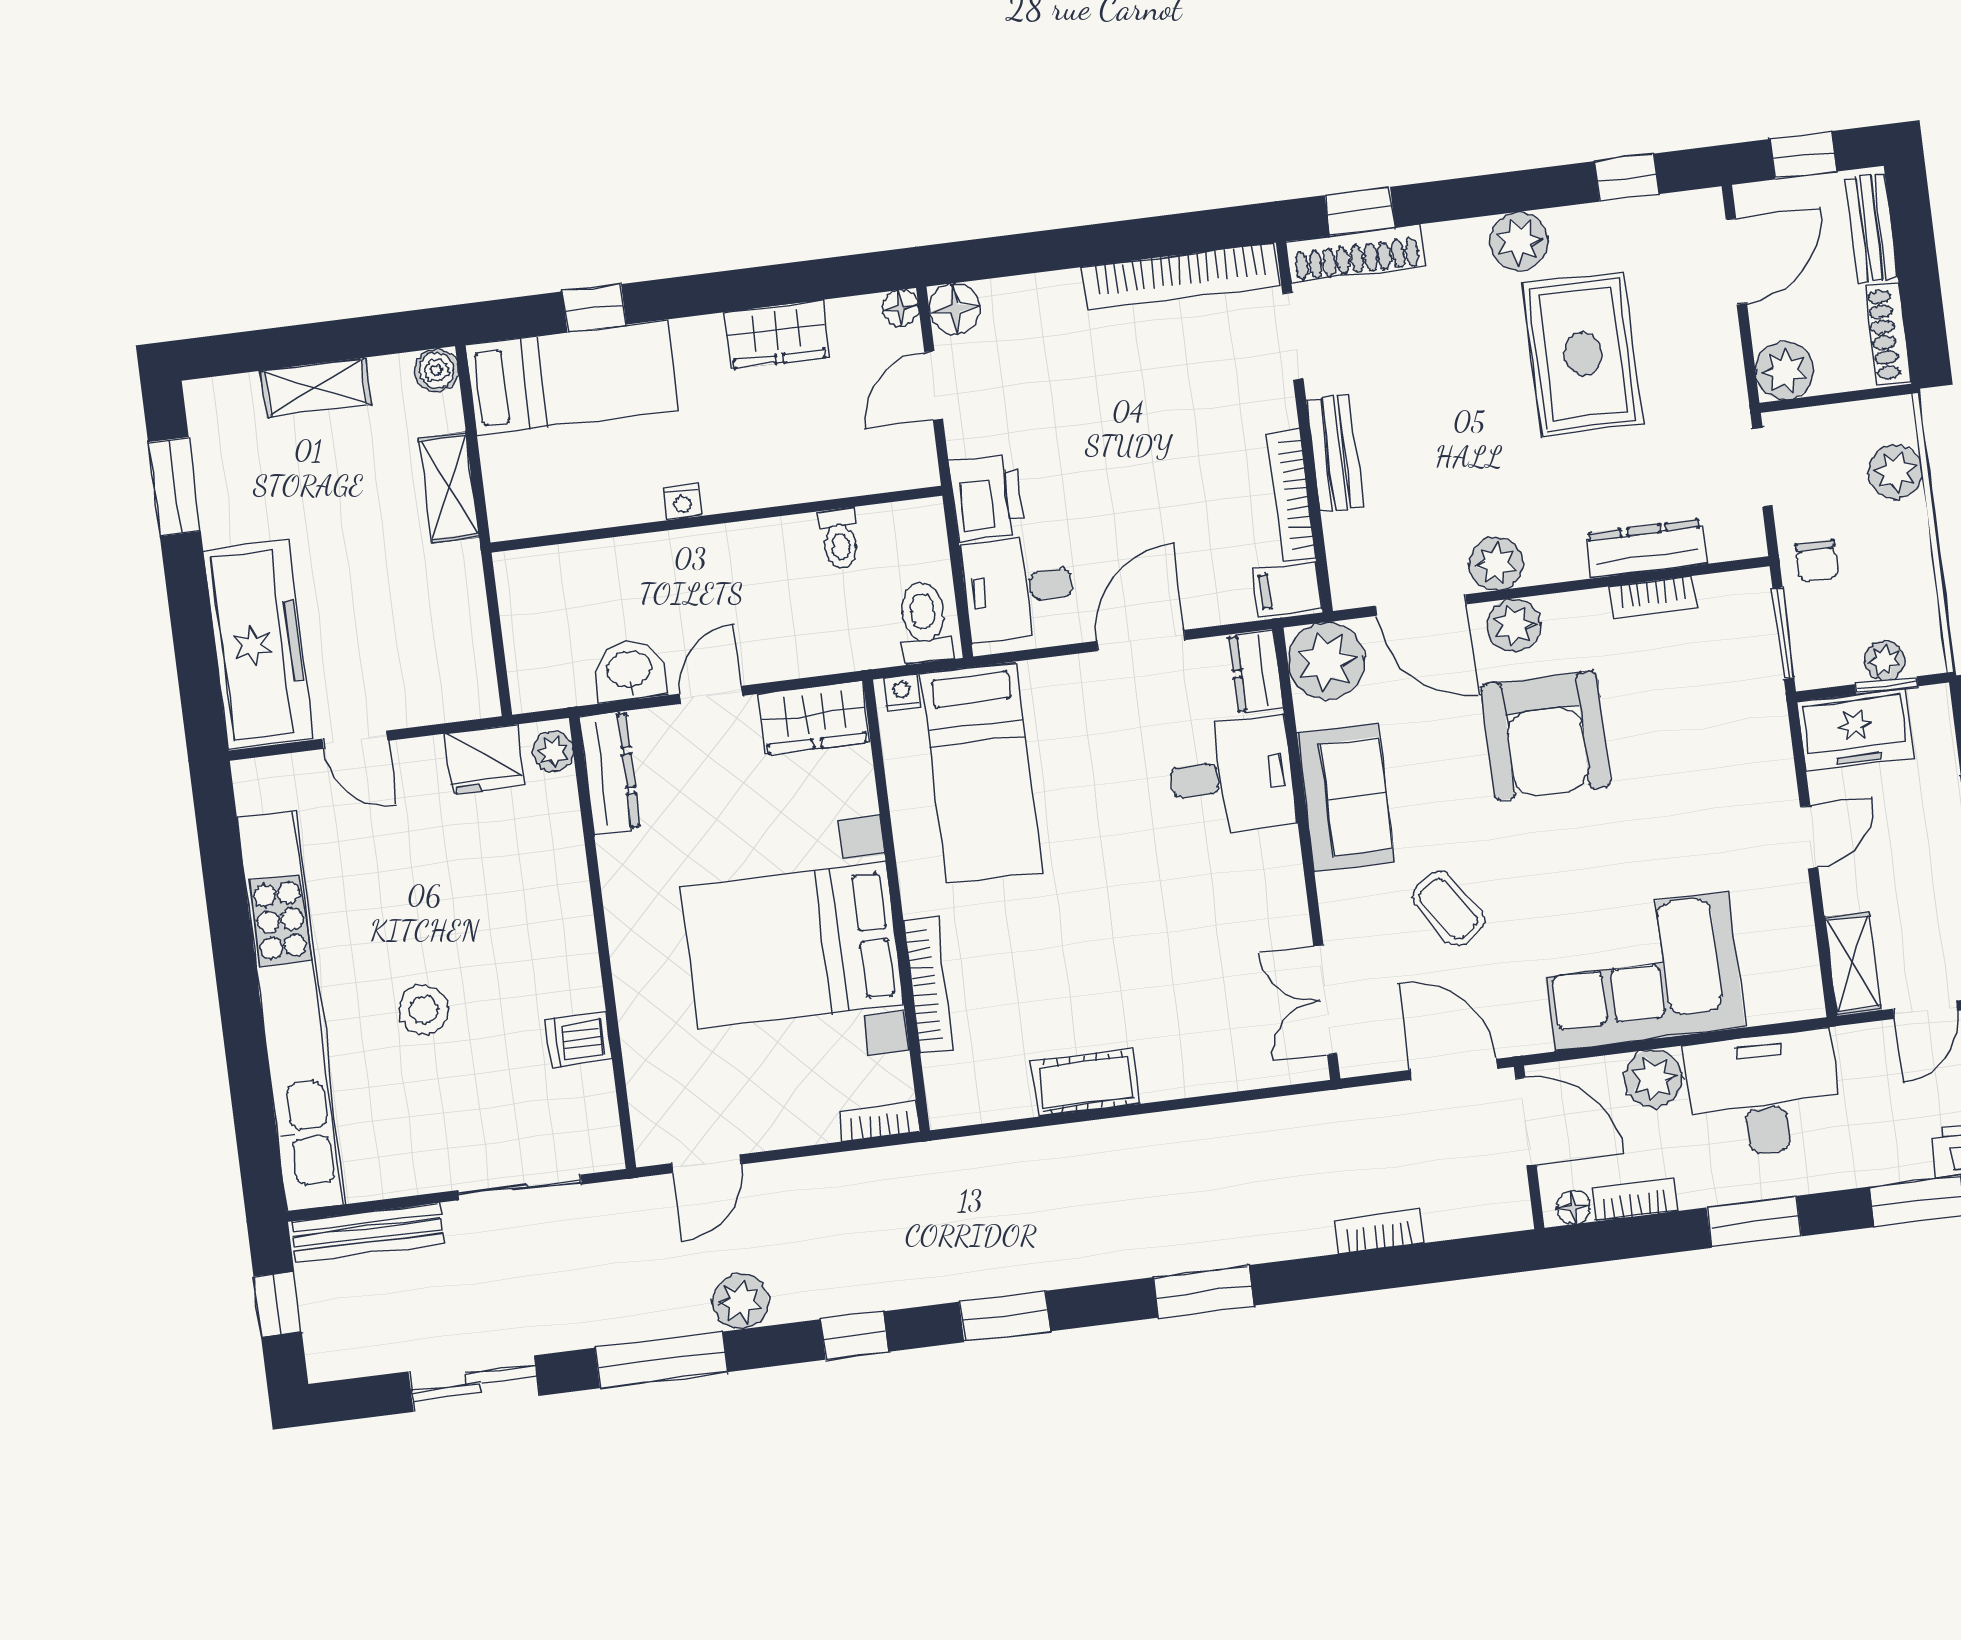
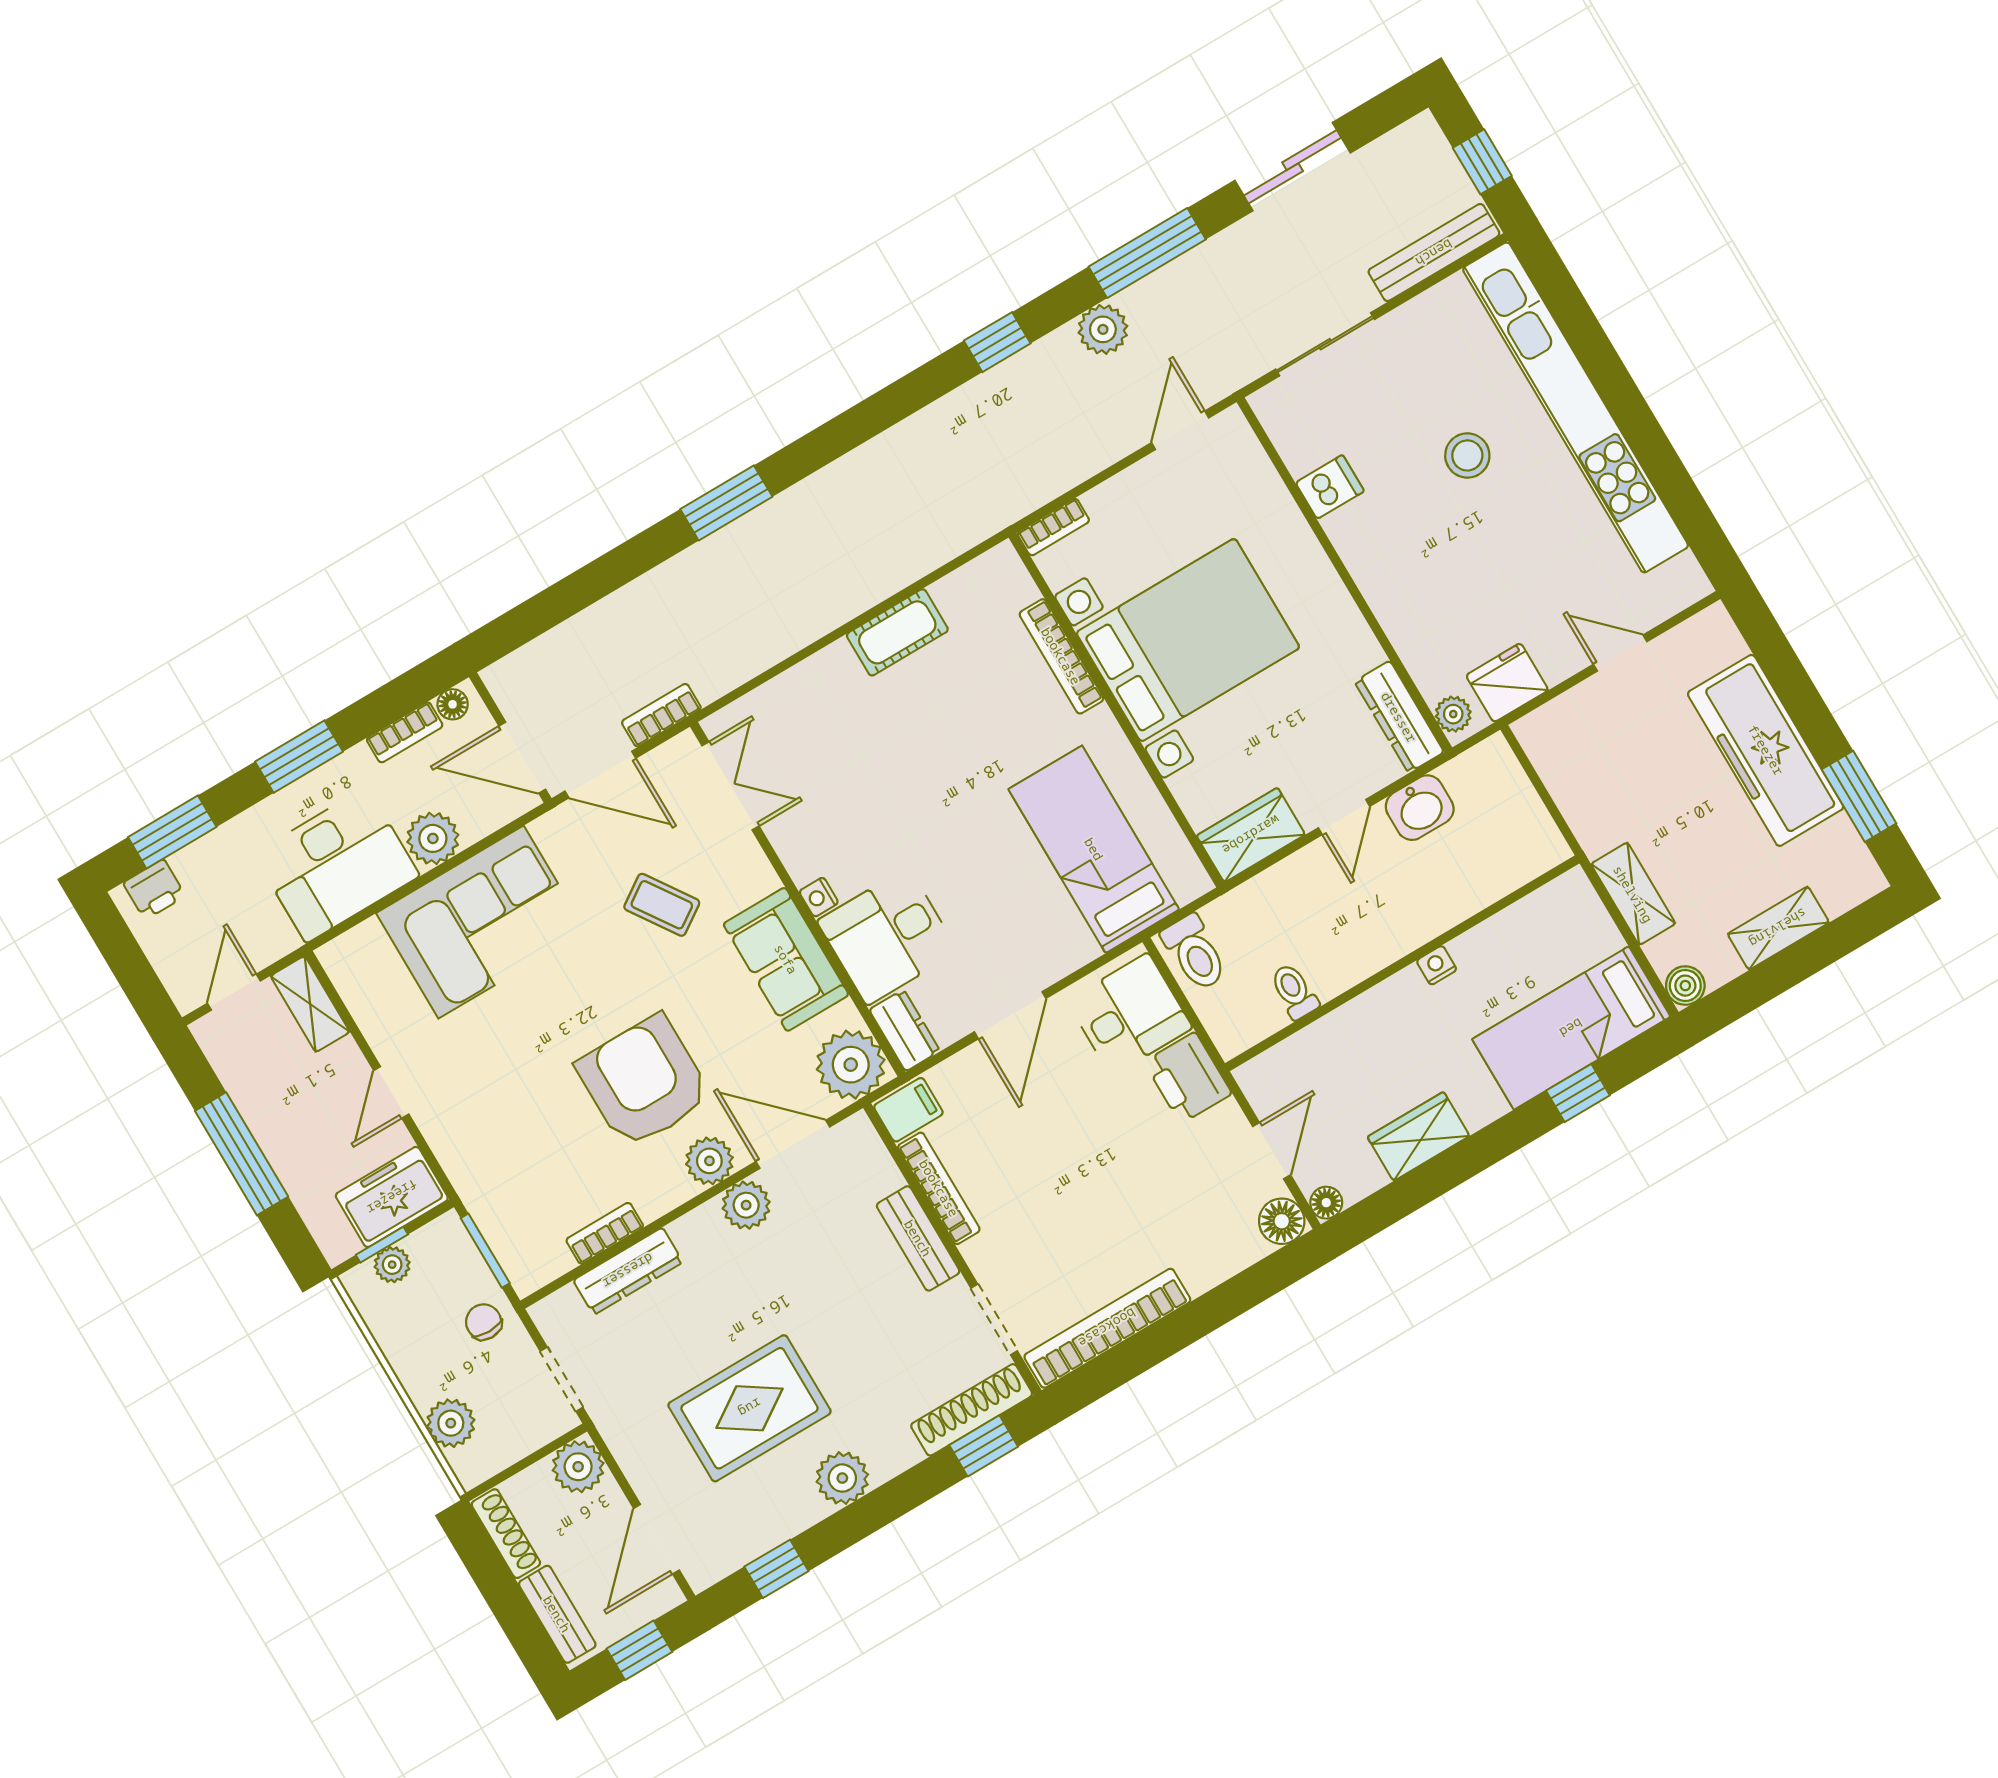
rug: (1583, 354) -> (750, 1408), turned 90
freezer: (258, 645) -> (1766, 750), moved
nightstand: (902, 692) -> (819, 897), moved, turned 90
bookcase: (1379, 1231) -> (661, 715), moved, turned 180
window: (1005, 1317) -> (881, 411), removed

